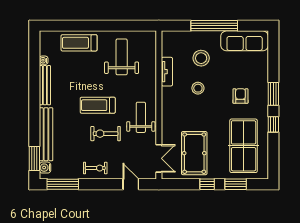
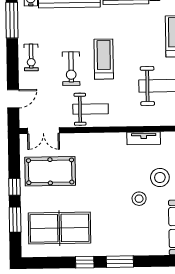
stool: (198, 88) -> (139, 199), moved
armchair: (240, 96) -> (117, 224), removed
exercise bike: (106, 134) -> (71, 69), turned 180

